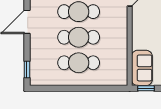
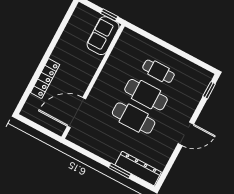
cafe table: (79, 63) -> (158, 71), width x0.73, depth x0.74

